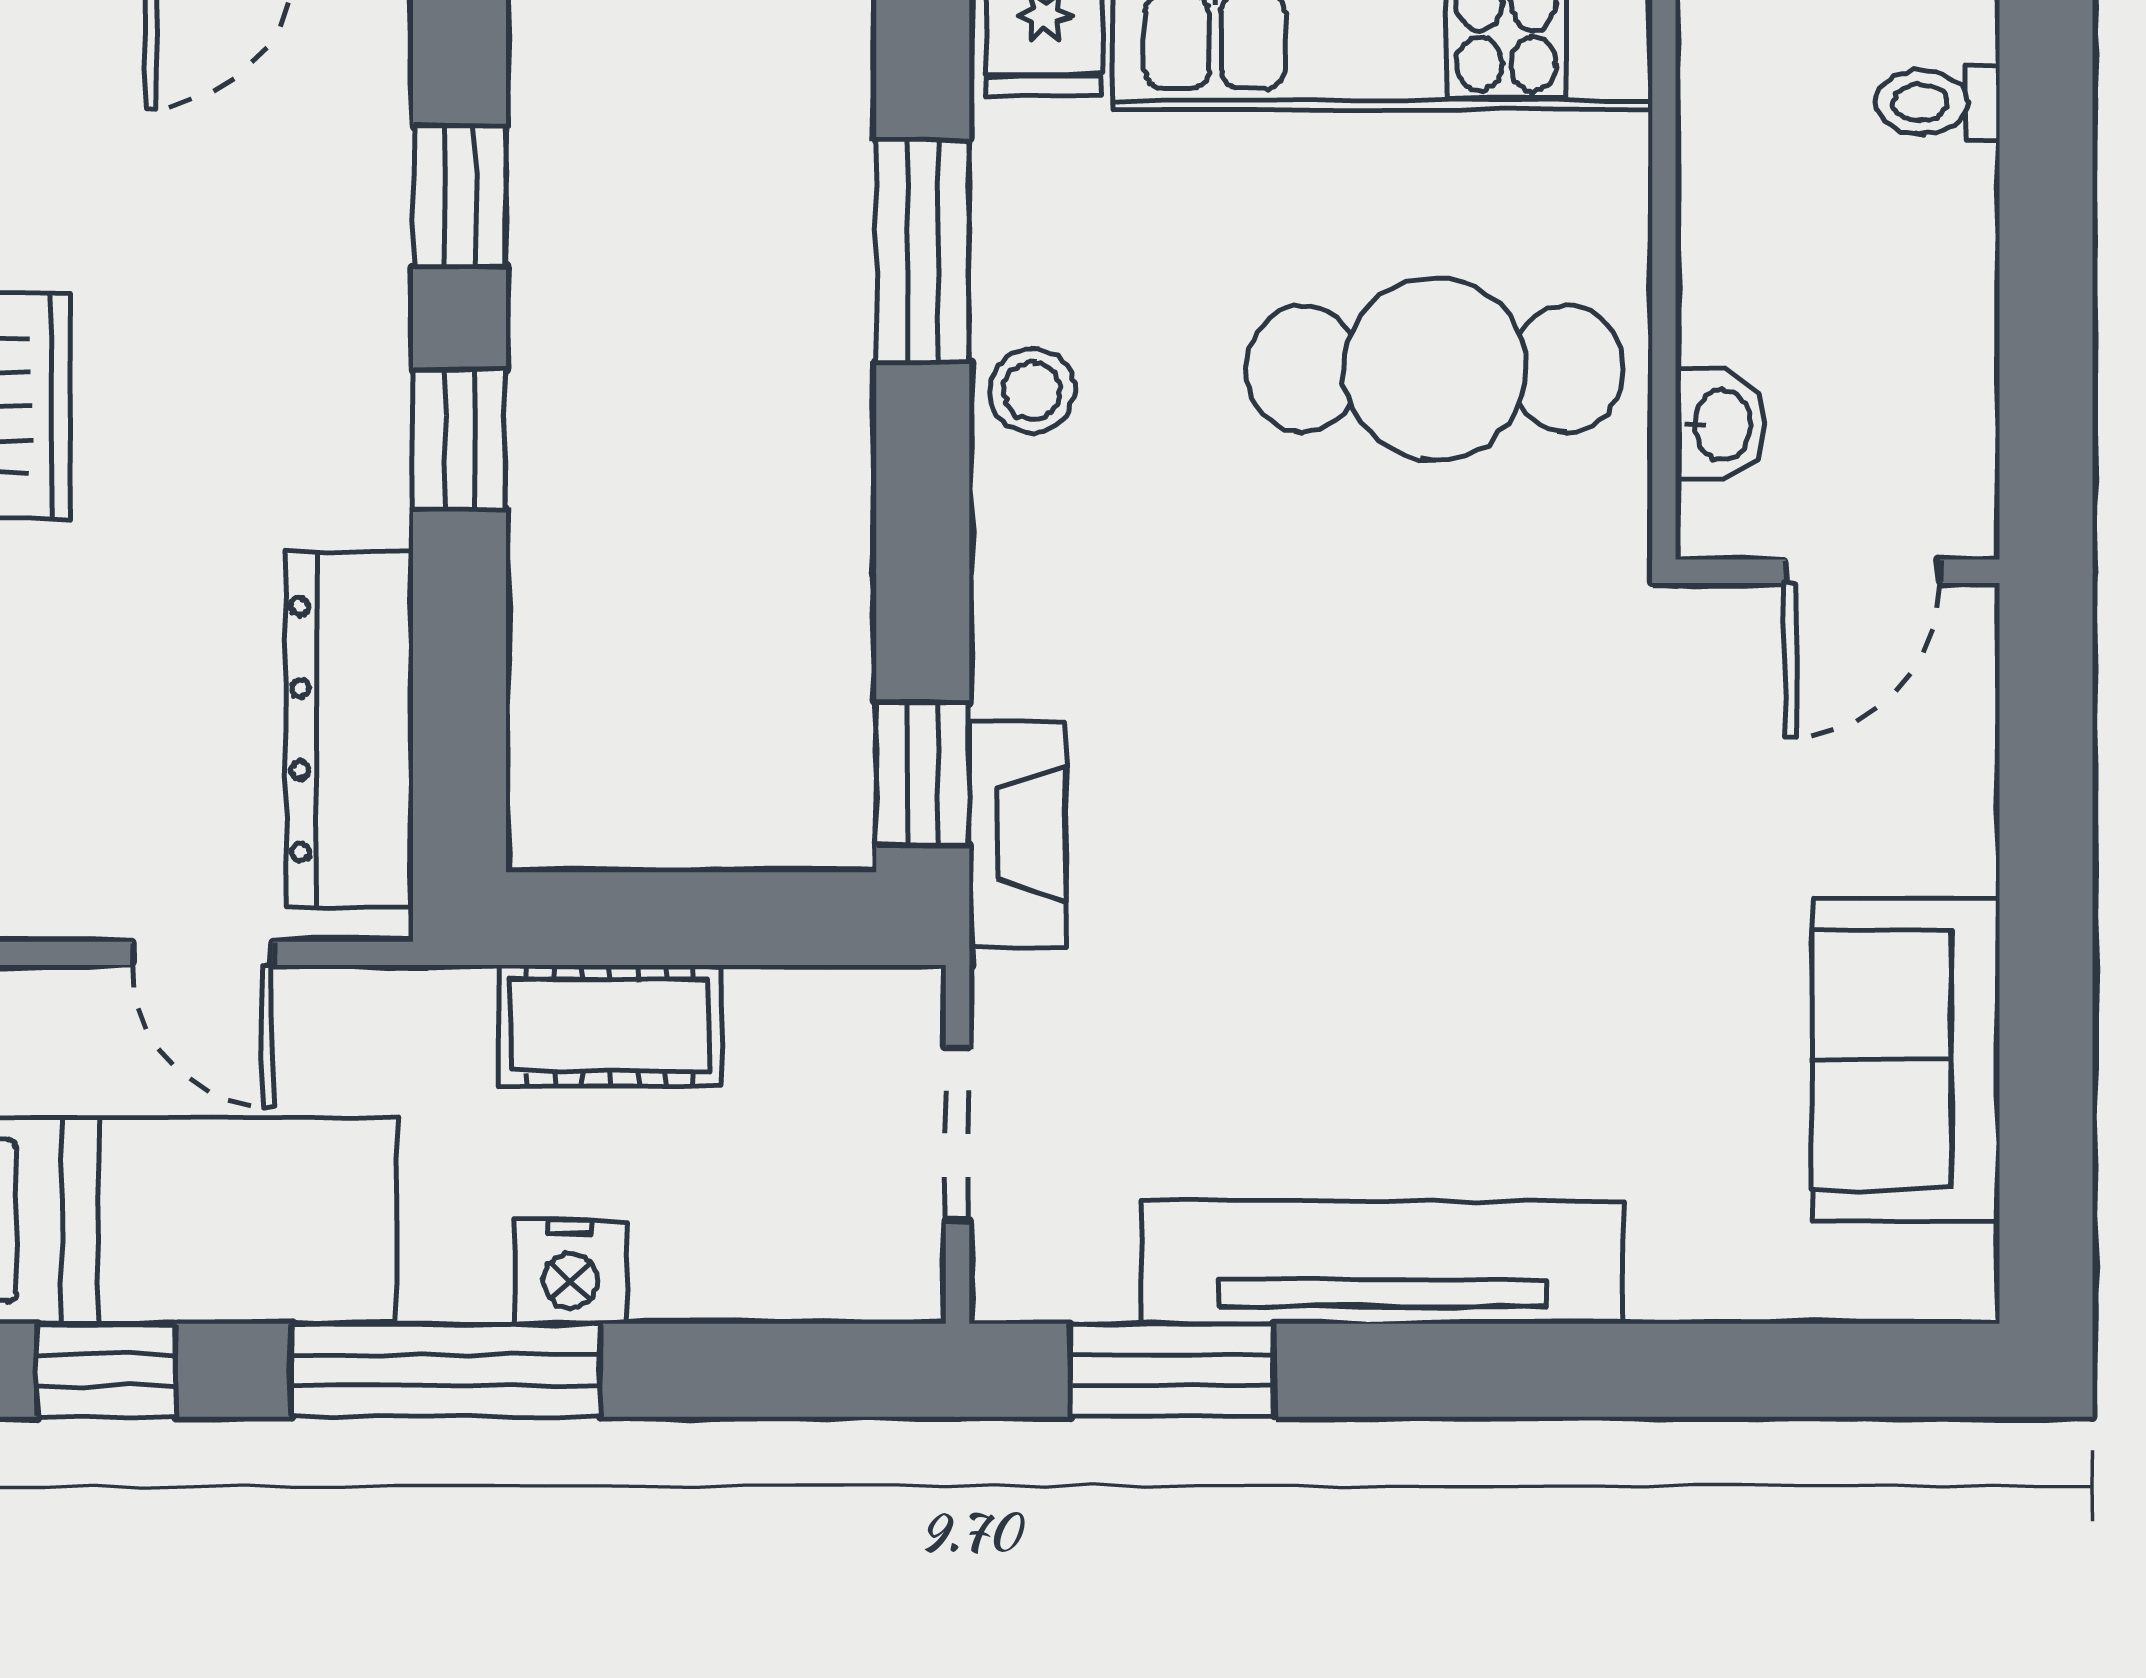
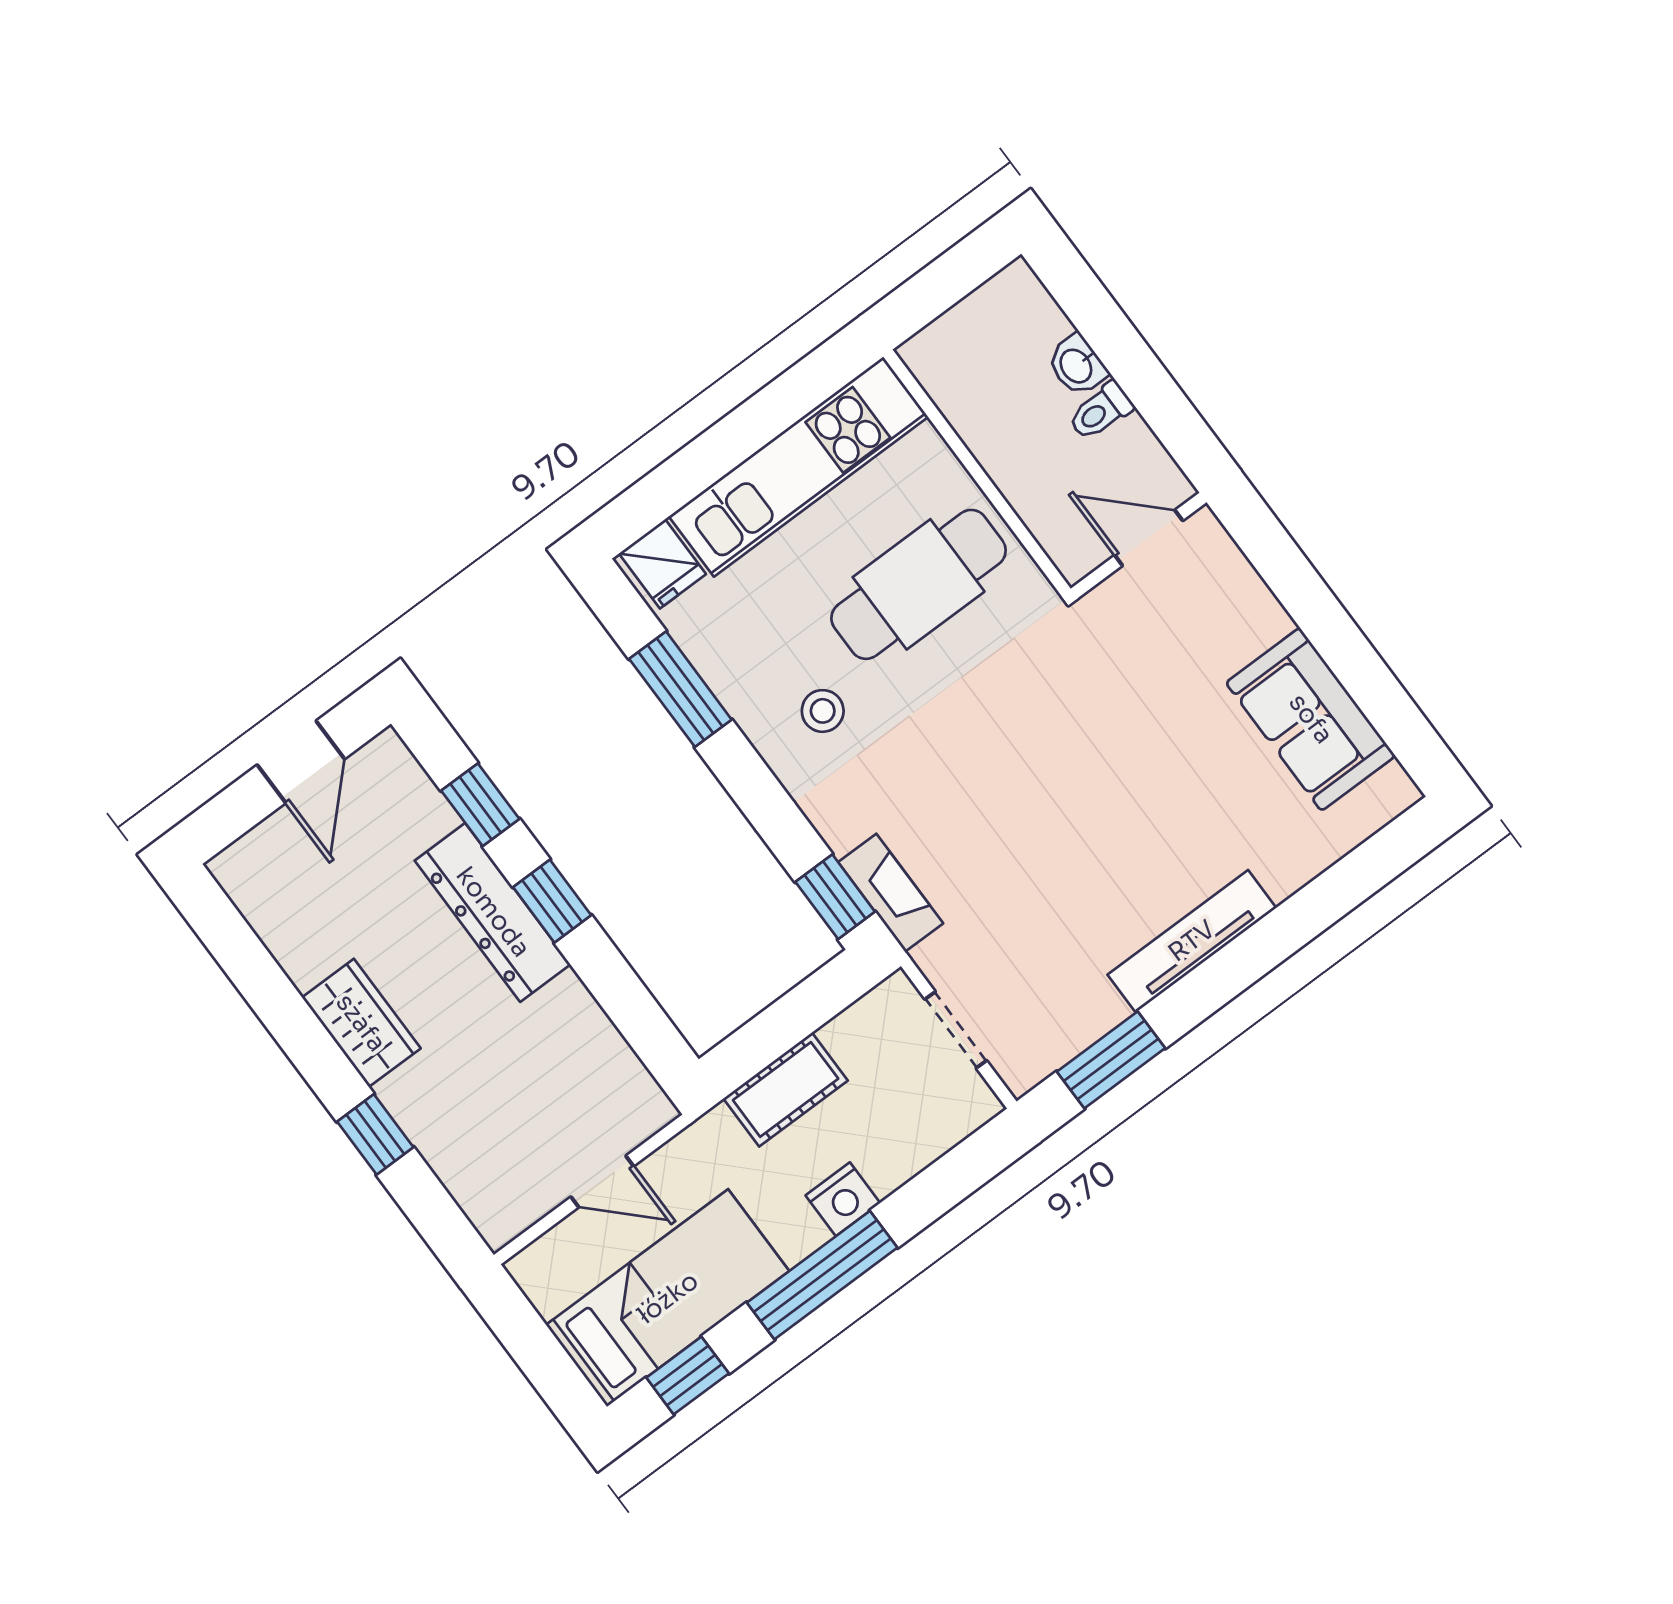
toilet: (1938, 103) -> (1100, 411), moved
stool: (1032, 391) -> (823, 711), moved
washbasin: (1720, 425) -> (1077, 365), moved, turned 180
door: (1863, 571) -> (1149, 538), swing flipped
dresser: (350, 729) -> (493, 912), moved
tv unit: (1382, 1262) -> (1192, 941), width x0.73, depth x0.78

